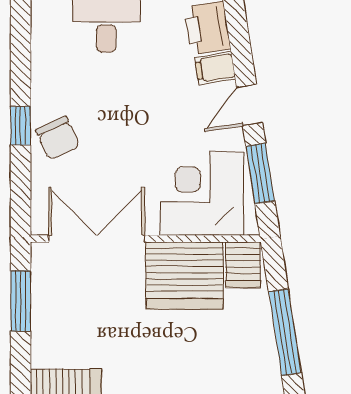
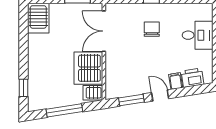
chair: (58, 138) -> (152, 29), moved, turned 115
corner desk: (202, 194) -> (123, 76), removed
double door: (97, 239) -> (104, 31), swing flipped

